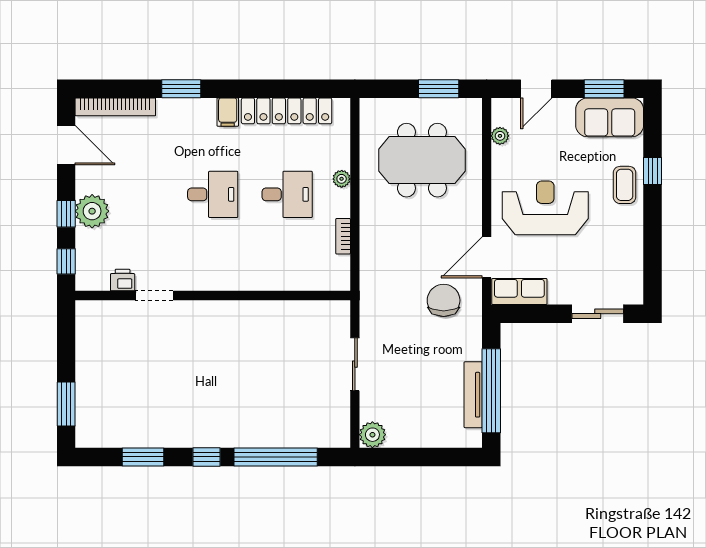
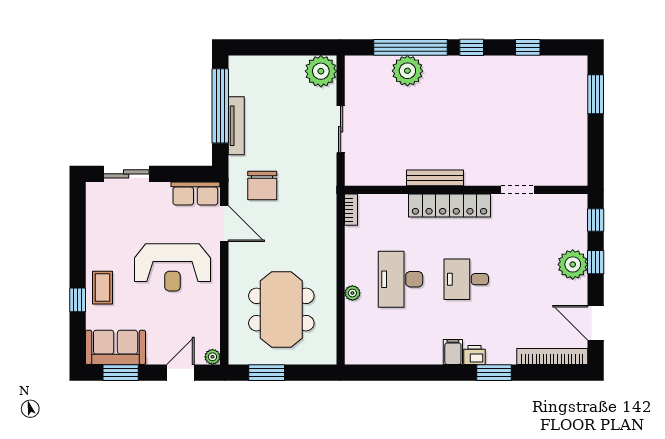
locker: (287, 111) -> (449, 205), moved, turned 180
plant: (500, 136) -> (212, 357), moved
meeting table: (422, 160) -> (281, 310), turned 90
desk: (287, 194) -> (400, 279), width x1.37
bookcase: (343, 236) -> (351, 210), moved
door: (487, 257) -> (224, 224), hinge flipped
printer: (123, 280) -> (475, 355), moved, turned 180
bench: (248, 309) -> (435, 178), added
tv unit: (473, 395) -> (236, 126), moved
plant: (279, 430) -> (407, 71), added
plant: (372, 435) -> (321, 71), width x1.36, depth x1.36
window: (143, 457) -> (528, 47), width x0.67

